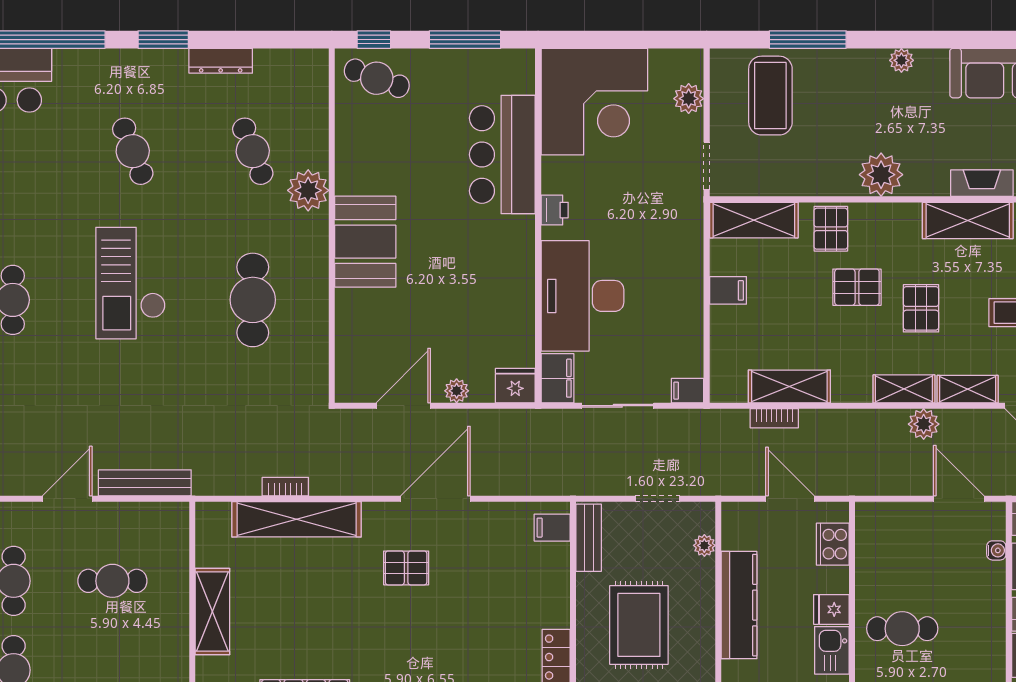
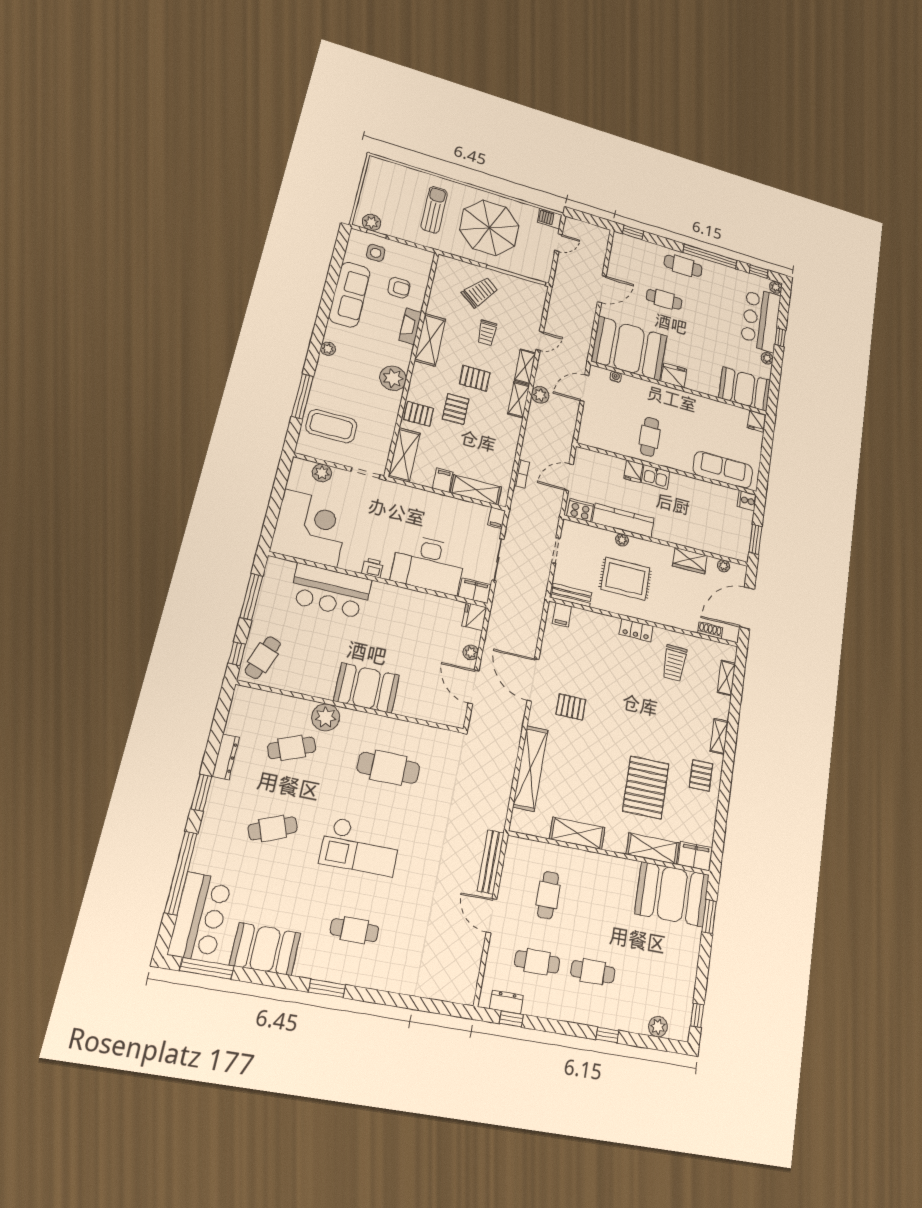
shelving: (789, 386) -> (476, 490), moved, turned 90
bookcase: (285, 487) -> (509, 771), removed
cooker: (833, 544) -> (580, 510), moved, turned 180
plant: (704, 545) -> (622, 540), moved
pallet: (406, 568) -> (571, 707), turned 90

